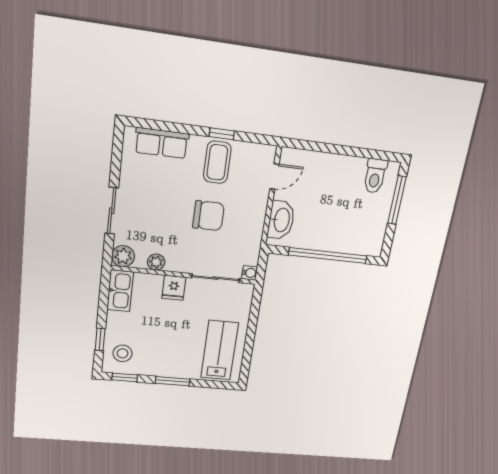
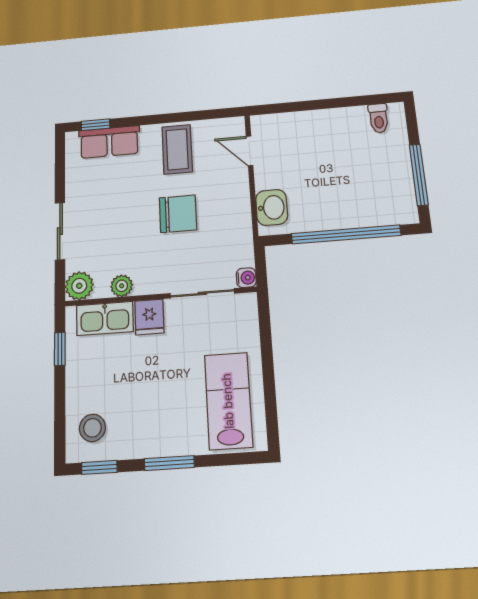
window: (222, 134) -> (96, 125), moved
door: (274, 176) -> (250, 151), swing flipped
toilet: (375, 176) -> (379, 118), width x0.73, depth x0.72
window: (397, 200) -> (419, 175), moved
washbasin: (281, 220) -> (272, 207), width x0.72
kitchen sink: (120, 291) -> (105, 318), moved, turned 90
window: (100, 340) -> (60, 349), moved

